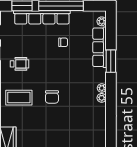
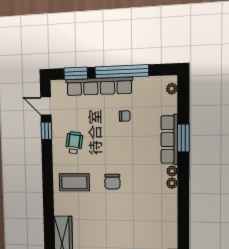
row of seats: (100, 47) -> (169, 140), moved
wheelchair: (19, 64) -> (74, 143), turned -82

